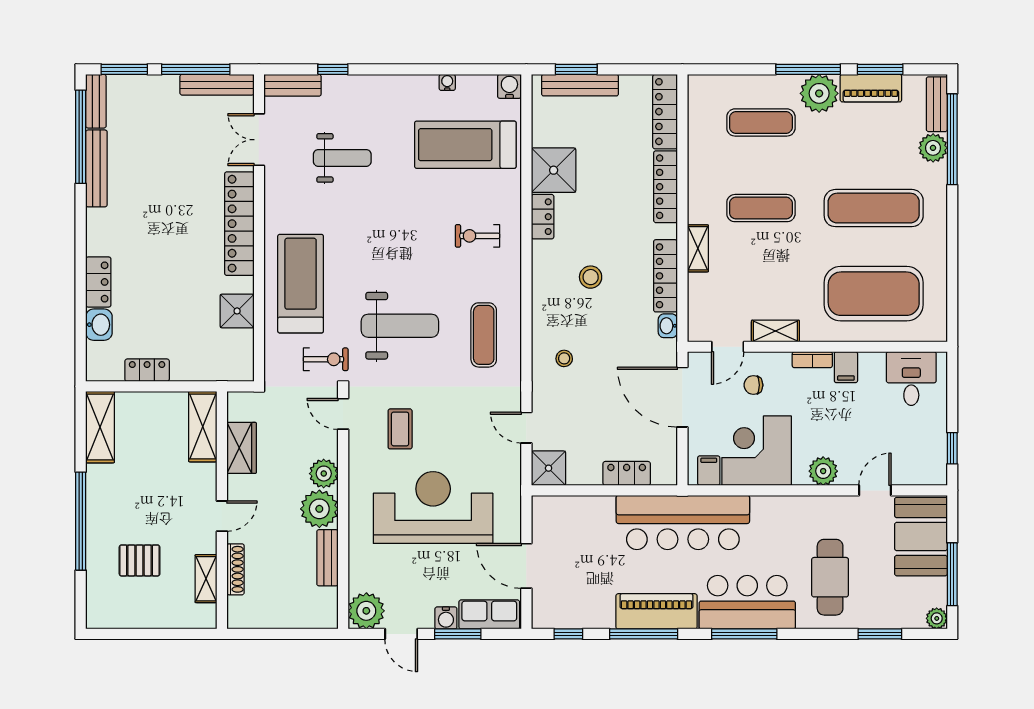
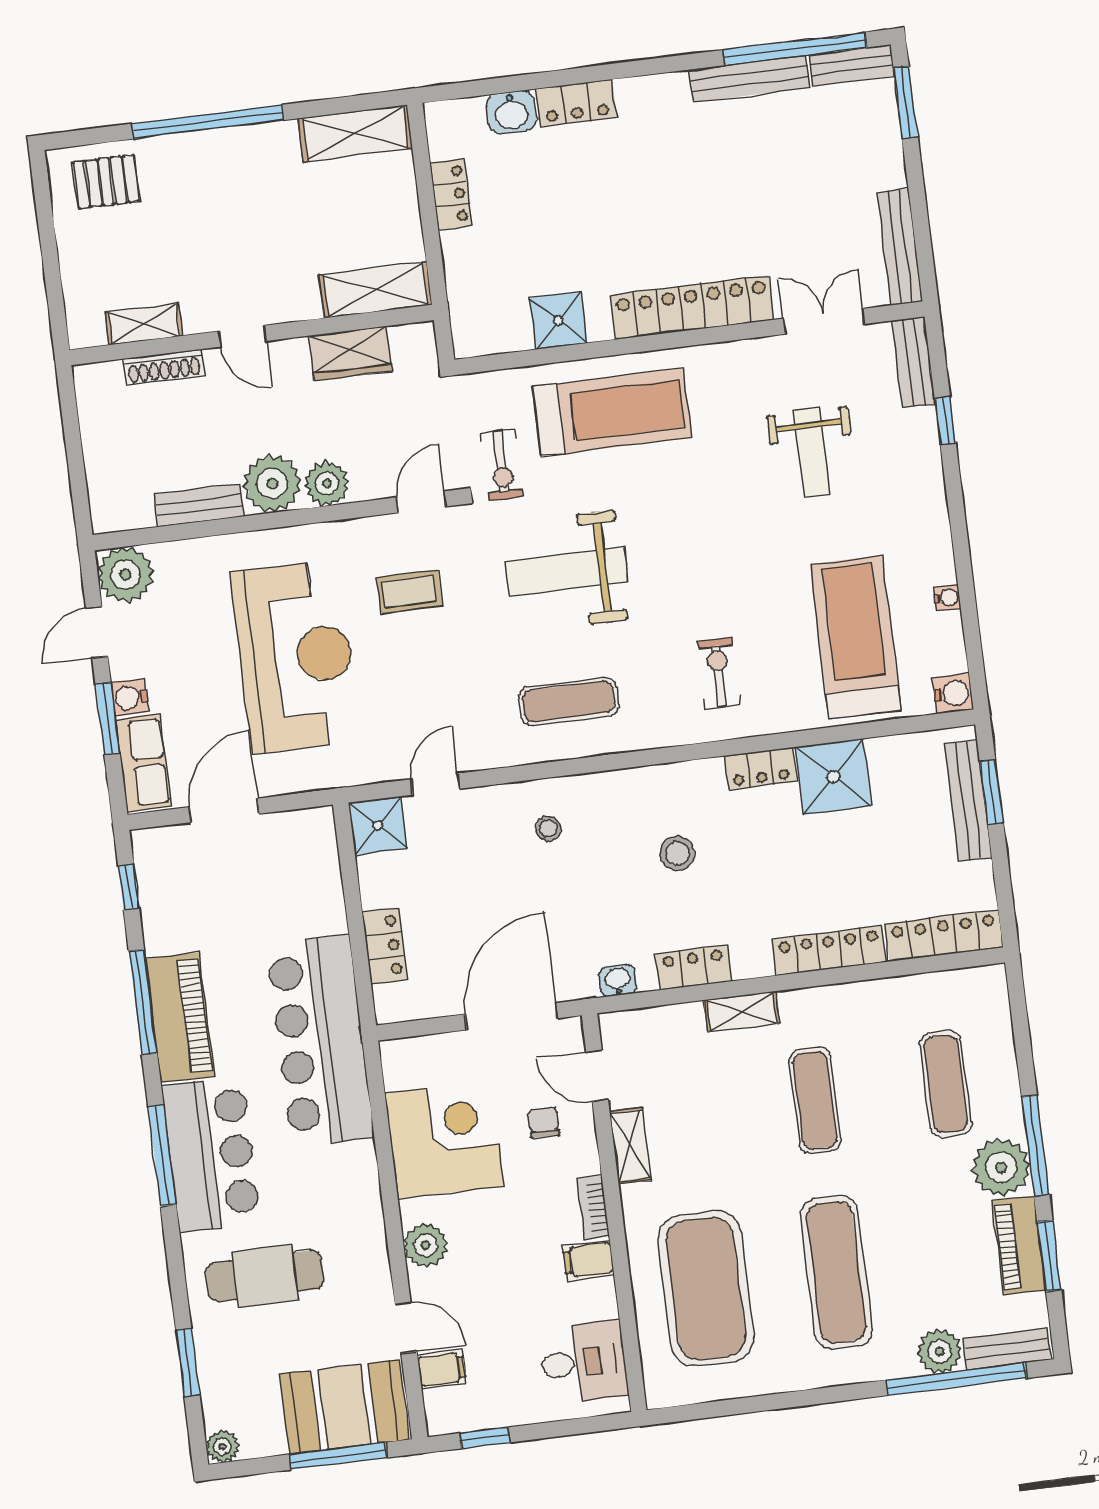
window: (196, 69) -> (919, 212), removed
locker: (665, 276) -> (693, 967), width x0.66
weight bench: (400, 326) -> (567, 572), turned 90
filing cabinet: (709, 471) -> (442, 1369), moved
pallet: (140, 560) -> (106, 182), moved, turned 90
window: (952, 574) -> (338, 1456), moved

